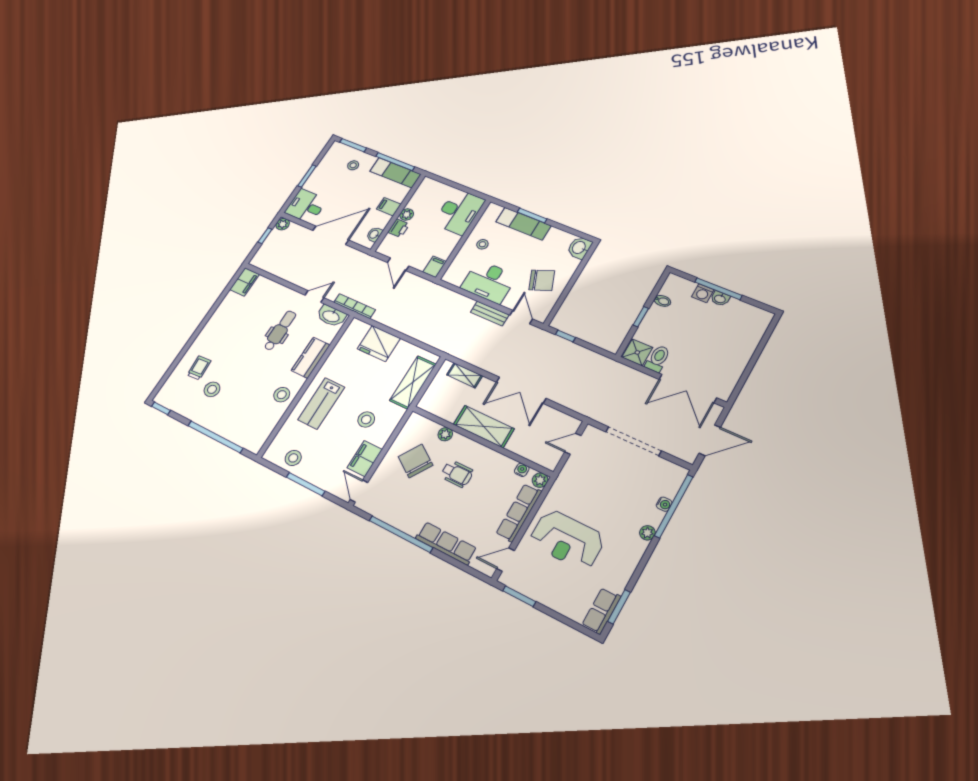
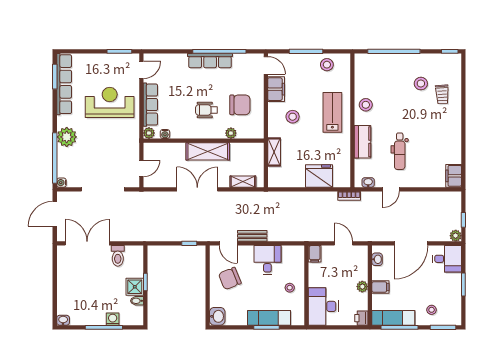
printer: (399, 228) -> (361, 318), moved
desk: (489, 282) -> (267, 260), width x0.73
washbasin: (720, 299) -> (63, 320), moved
bookcase: (355, 306) -> (349, 196), width x0.64
washbasin: (331, 316) -> (368, 182), width x0.52, depth x0.69
shower: (637, 352) -> (135, 287), moved
shelving: (413, 382) -> (274, 152), width x0.67, depth x0.75
chair: (415, 461) -> (240, 105), turned -33
water cooler: (664, 504) -> (61, 183), moved
plant: (647, 533) -> (67, 137), width x1.88, depth x1.88
row of seats: (446, 543) -> (210, 61), moved
row of seats: (601, 611) -> (64, 84), width x2.02

